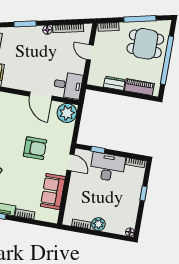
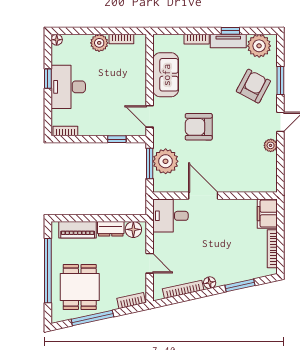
dining table: (145, 44) -> (80, 287), turned 90
floor lamp: (98, 80) -> (133, 229), added
plant: (67, 113) -> (166, 161), moved
window: (77, 127) -> (150, 163), added
desk: (107, 167) -> (68, 87), moved, turned 90
window: (144, 193) -> (48, 79), moved

